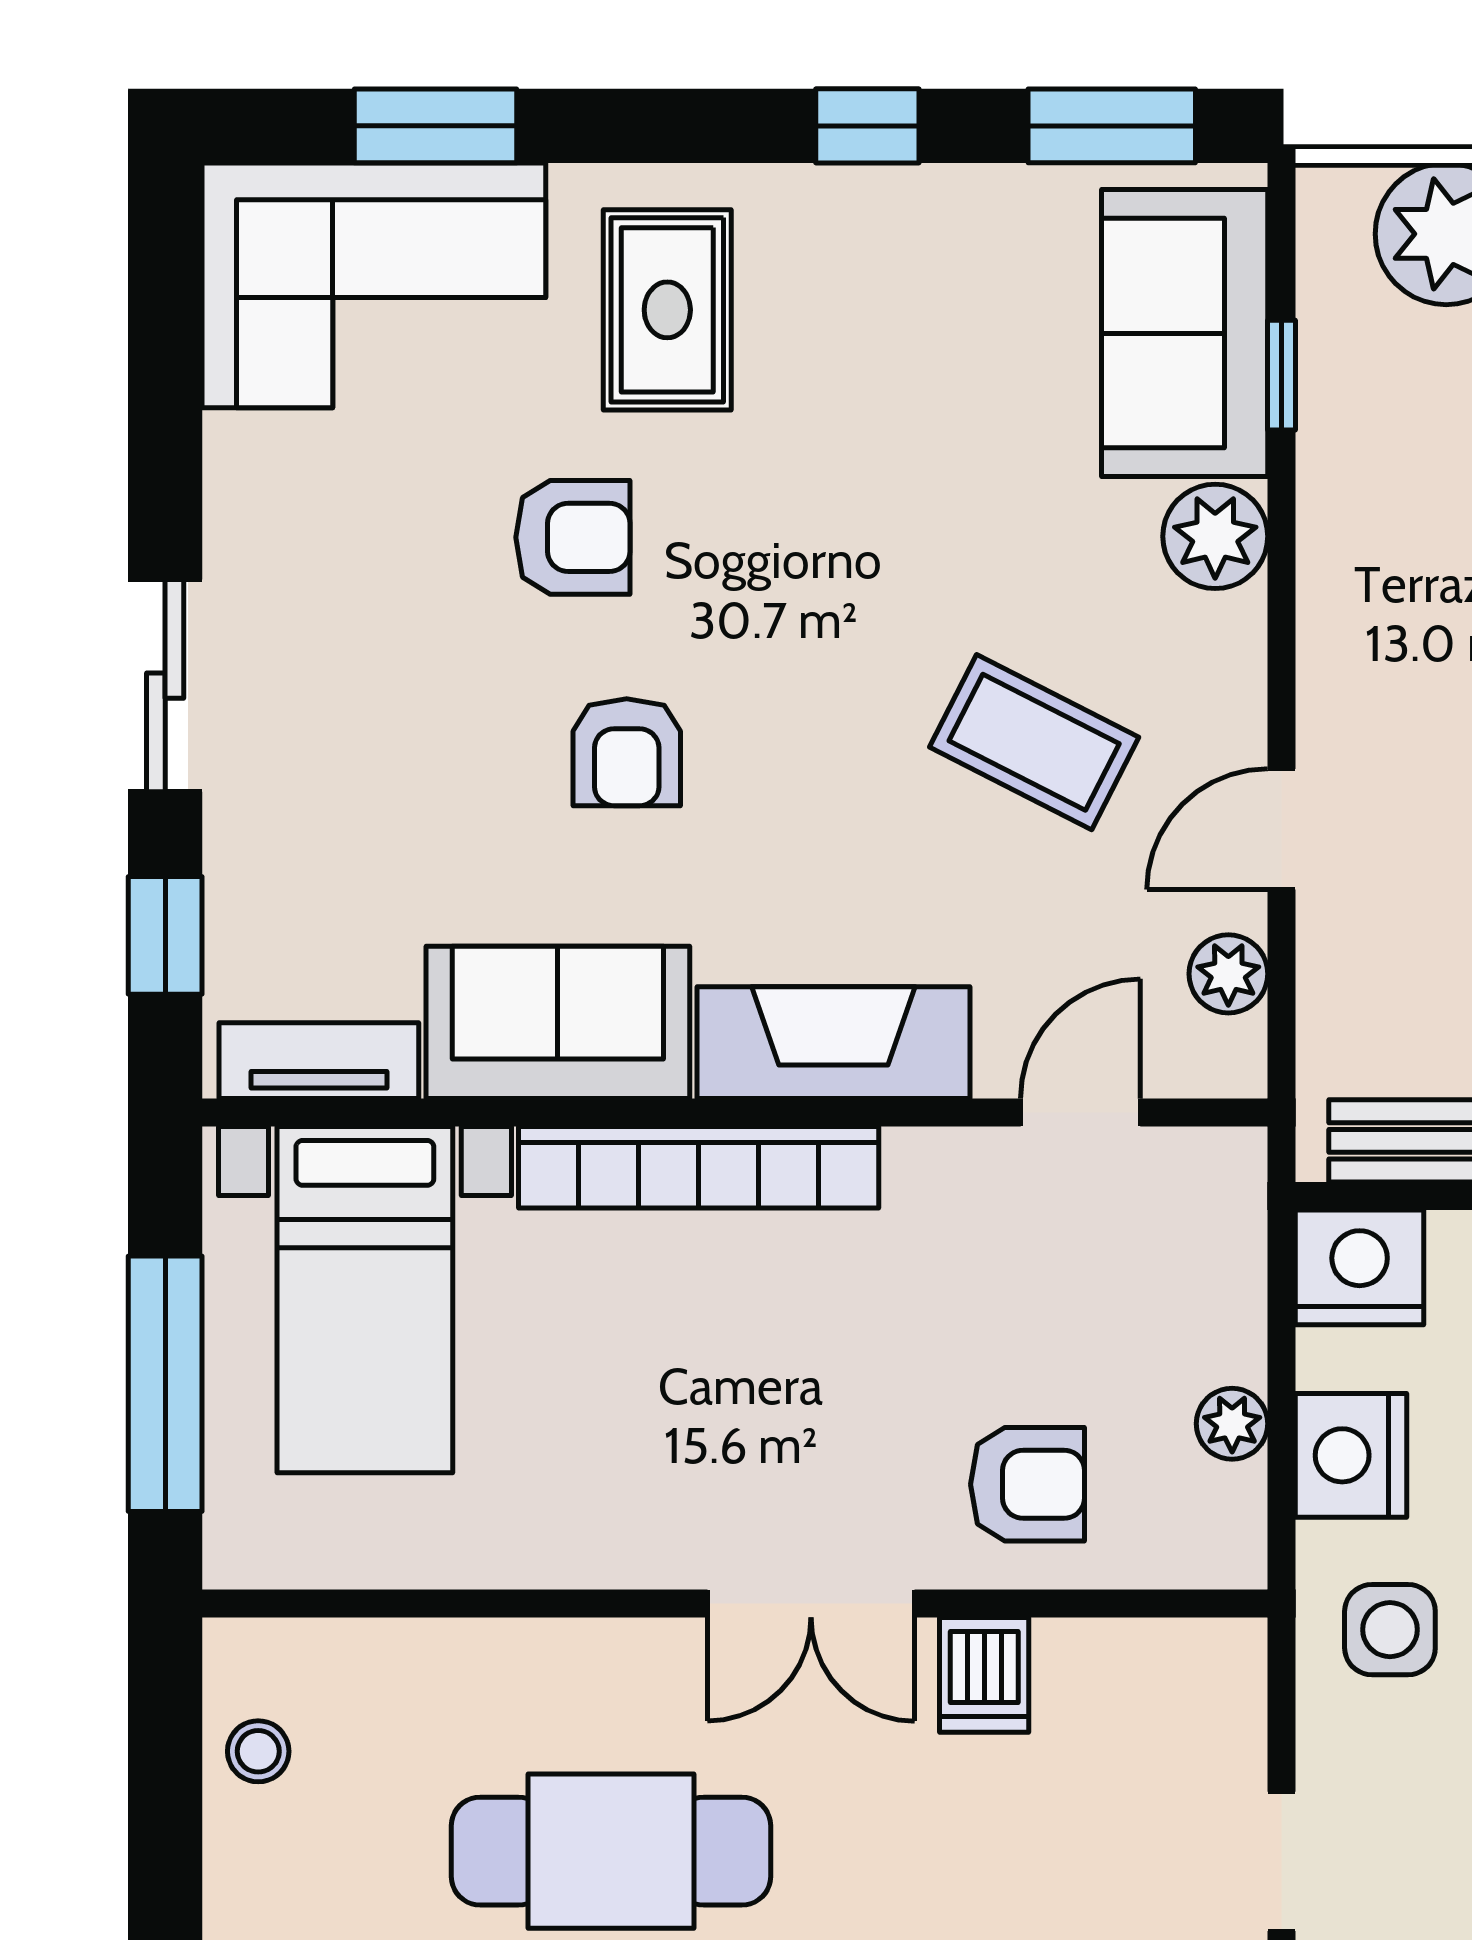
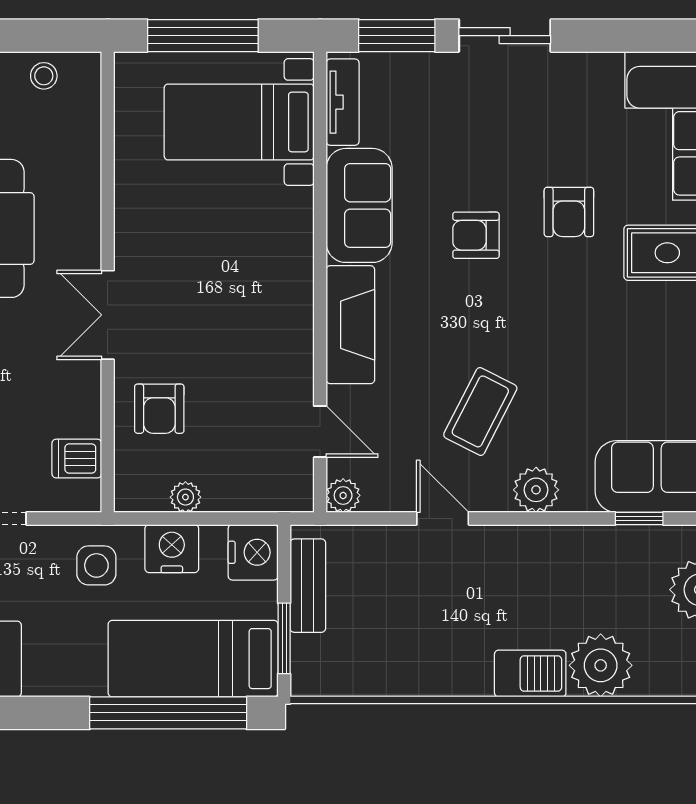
plant: (1215, 536) -> (536, 490), moved
window: (165, 935) -> (397, 36), width x1.50
plant: (1228, 974) -> (343, 495), moved
bookcase: (699, 1167) -> (296, 266), removed
dishwasher: (984, 1675) -> (77, 459), moved

